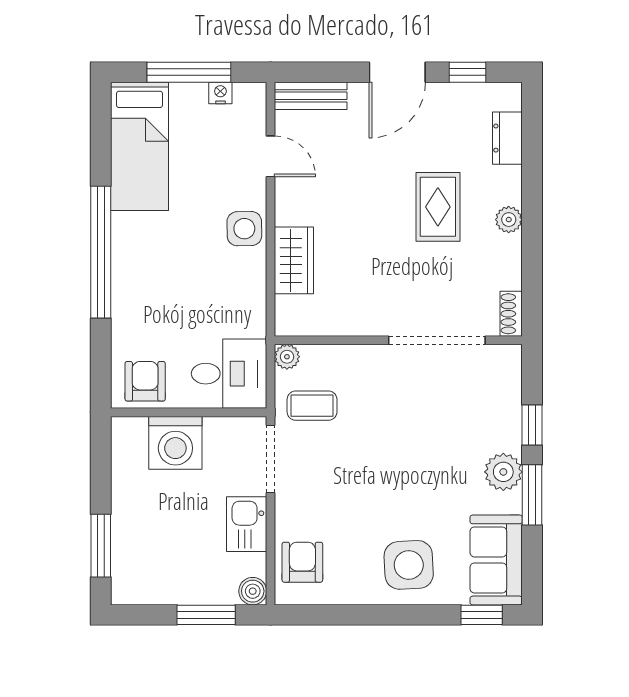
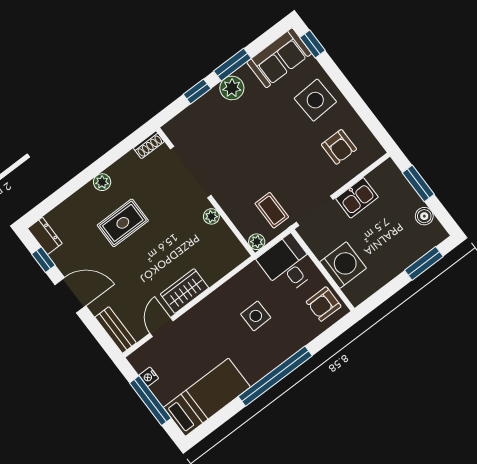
dresser: (507, 138) -> (45, 236), moved, turned -90
side table: (244, 229) -> (256, 316), moved
wardrobe: (294, 260) -> (184, 291), moved
plant: (362, 324) -> (211, 216), added
armchair: (302, 562) -> (339, 147), moved, turned -90
boiler: (253, 591) -> (424, 216), moved

